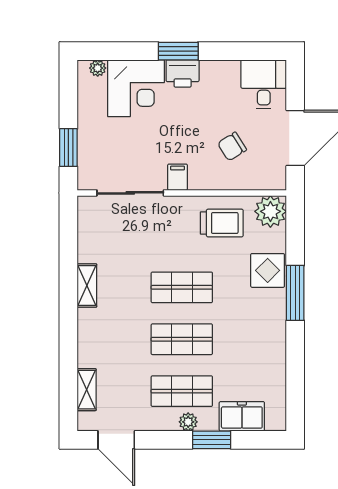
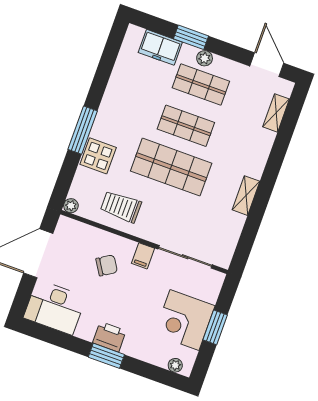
desk: (264, 84) -> (55, 307), width x1.37
corner desk: (136, 88) -> (185, 320), moved, turned -90
chair: (232, 147) -> (107, 265), moved
window: (68, 148) -> (215, 327), moved
plant: (270, 211) -> (71, 206), width x0.53, depth x0.53
shop shelf: (182, 287) -> (171, 167), width x1.43, depth x1.36

